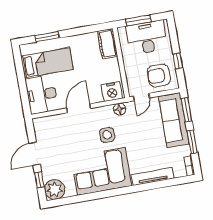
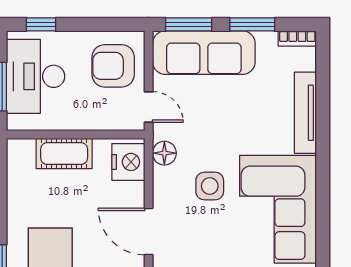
cot: (108, 44) -> (64, 154), moved
window: (178, 61) -> (41, 24), moved
armchair: (159, 75) -> (113, 66), turned 90

